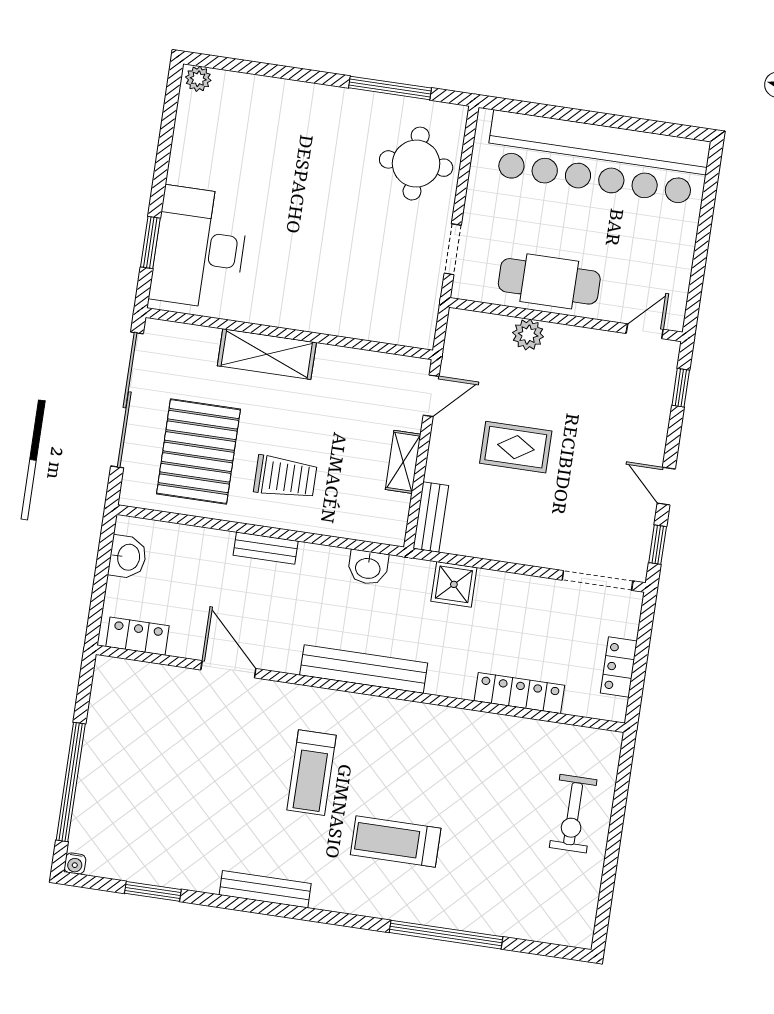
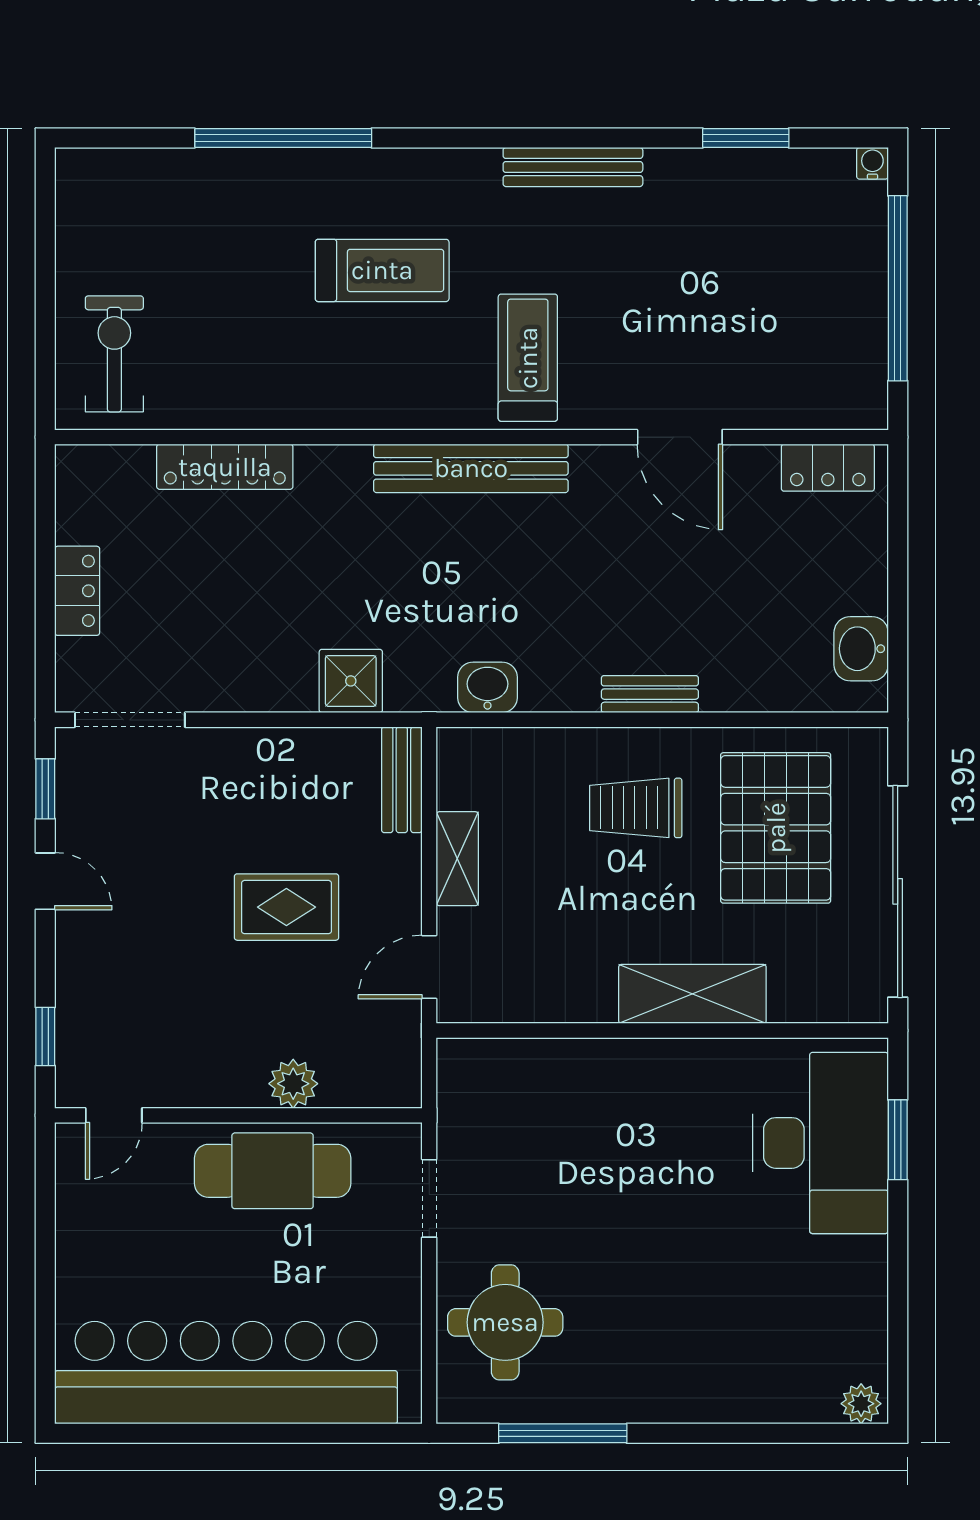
locker: (137, 636) -> (828, 468), moved
door: (228, 669) -> (680, 437), moved
bench: (364, 669) -> (471, 468), moved
wall: (360, 689) -> (471, 437), moved
locker: (519, 693) -> (225, 467), moved

